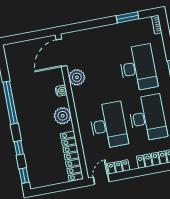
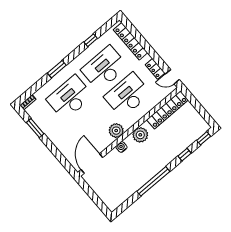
door: (62, 53) -> (92, 163), swing flipped
plant: (77, 77) -> (116, 131), moved

